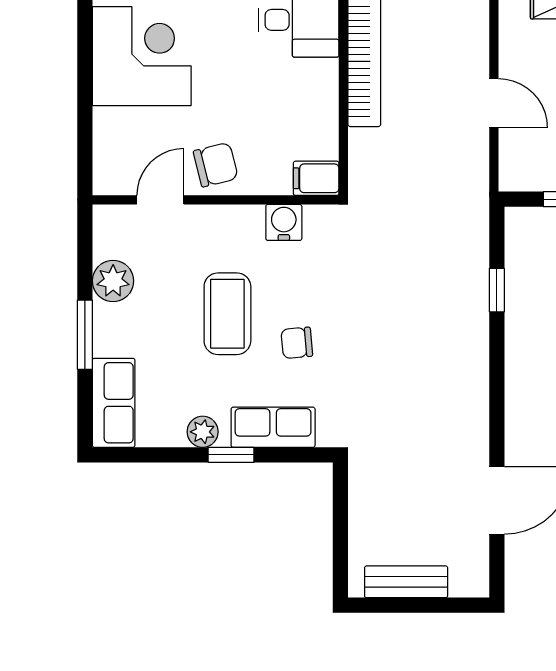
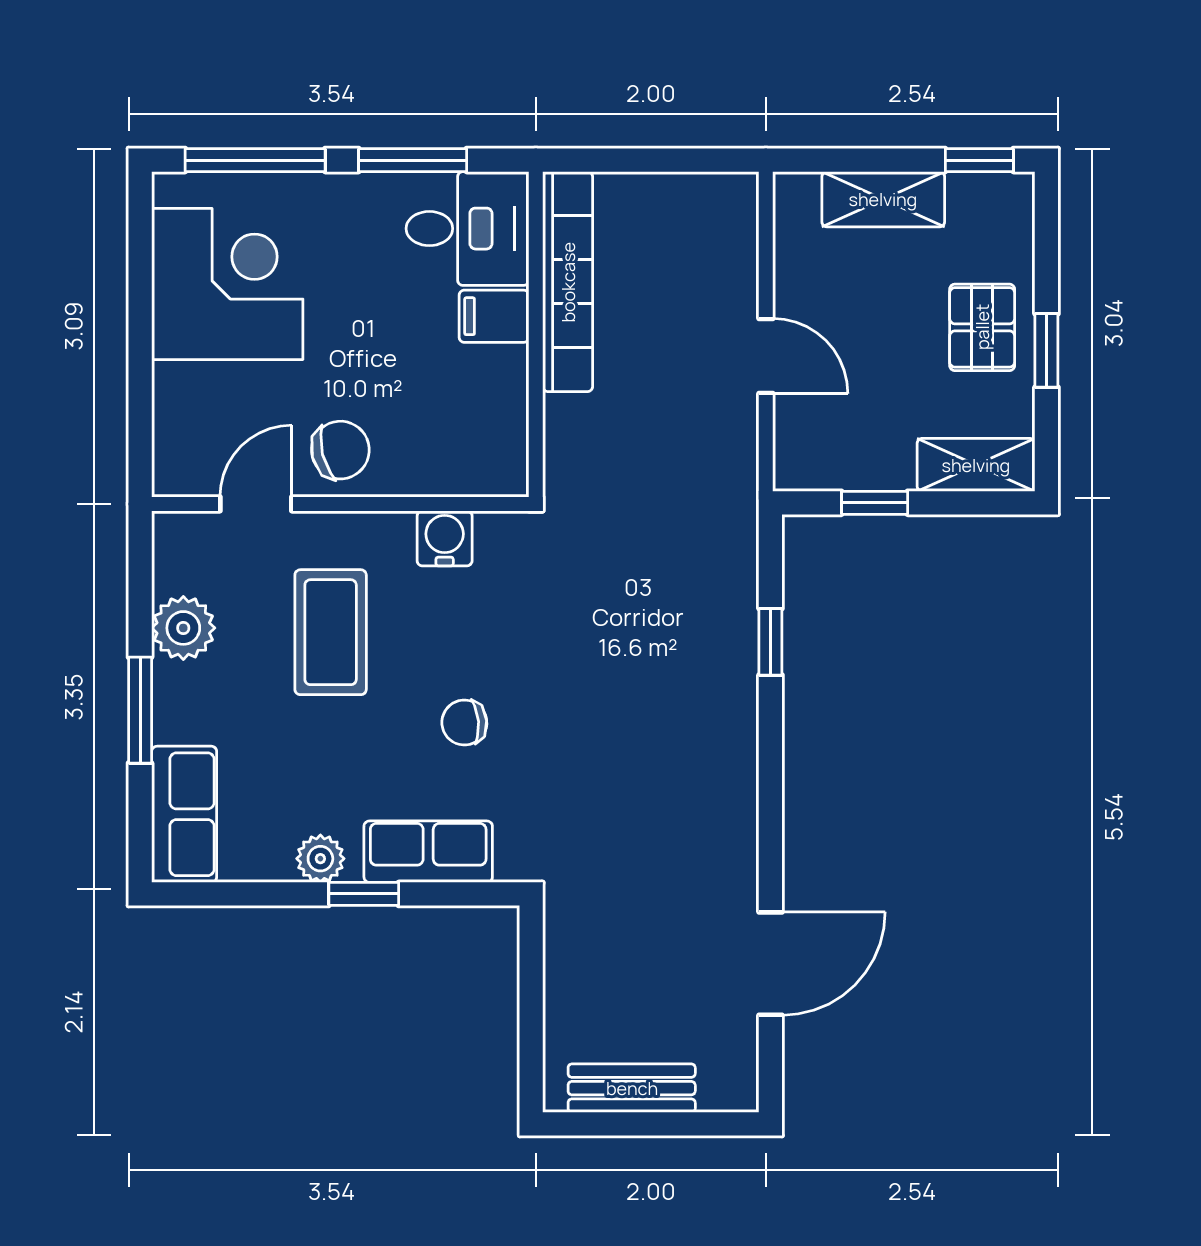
filing cabinet: (316, 178) -> (494, 316), moved
coffee table: (227, 314) -> (331, 632), moved

